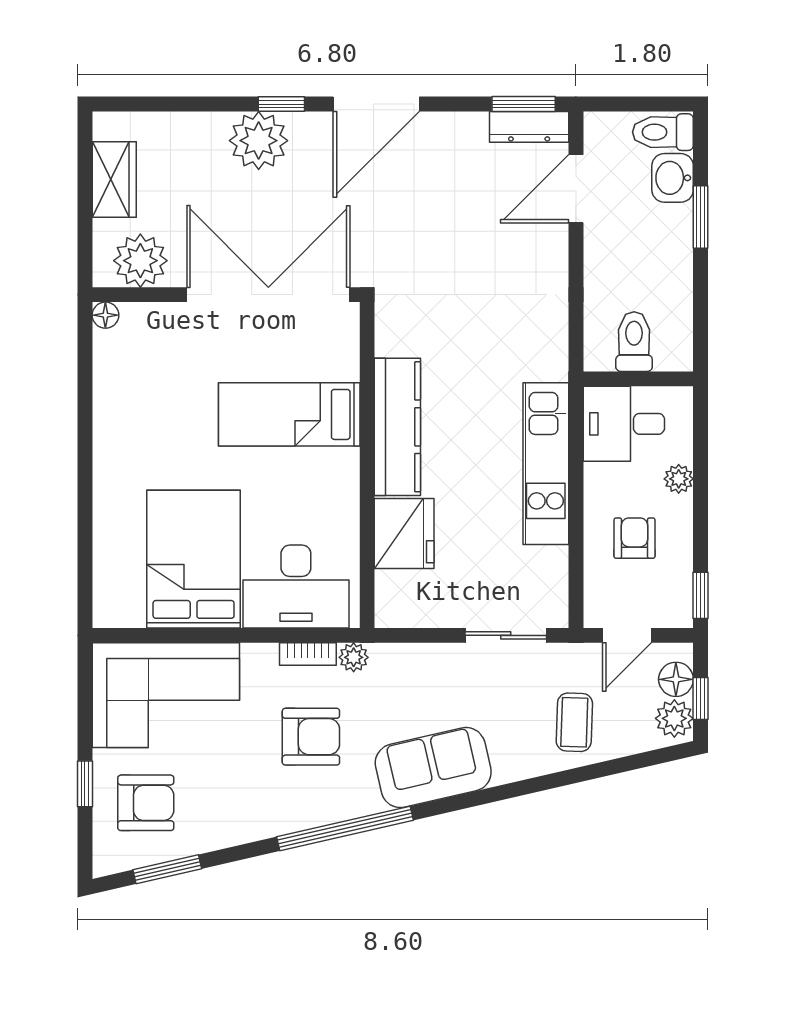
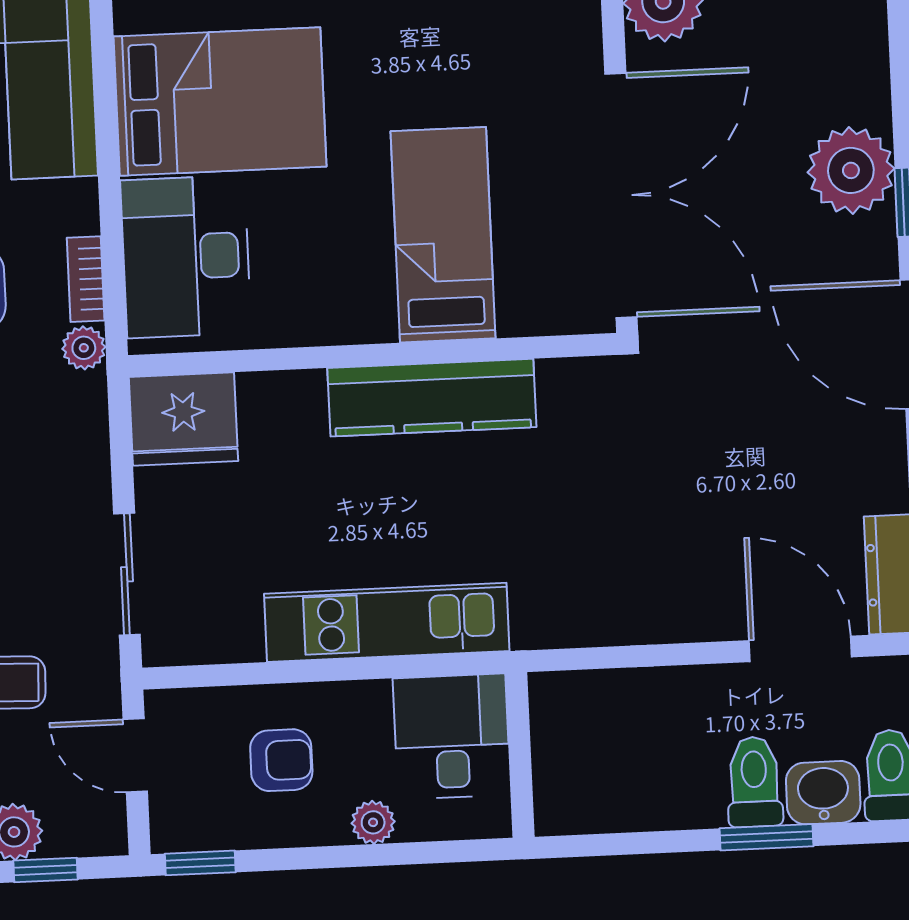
toilet: (634, 342) -> (754, 782), moved, turned -90
fridge: (404, 534) -> (184, 419), moved
floor lamp: (676, 679) -> (73, 832), removed

